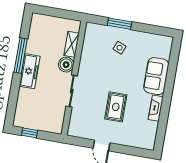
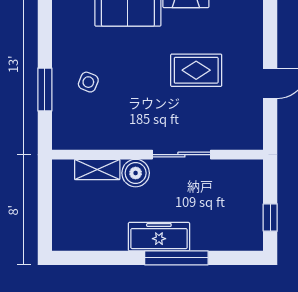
window: (21, 56) -> (176, 258), moved

